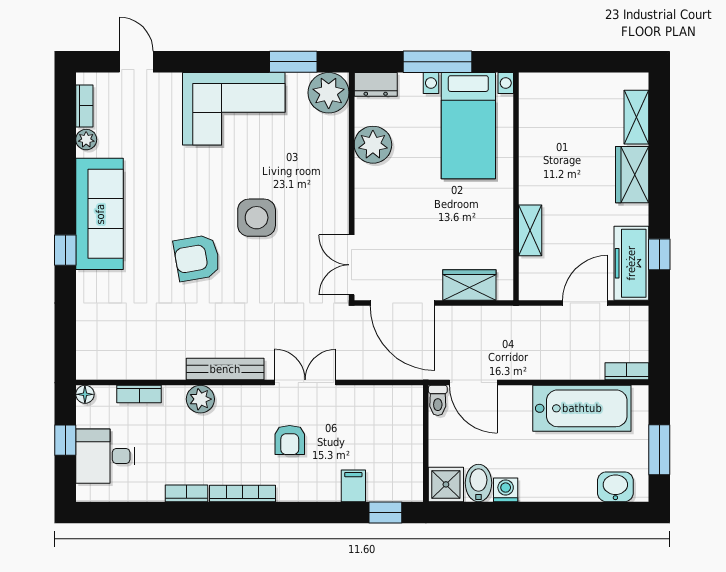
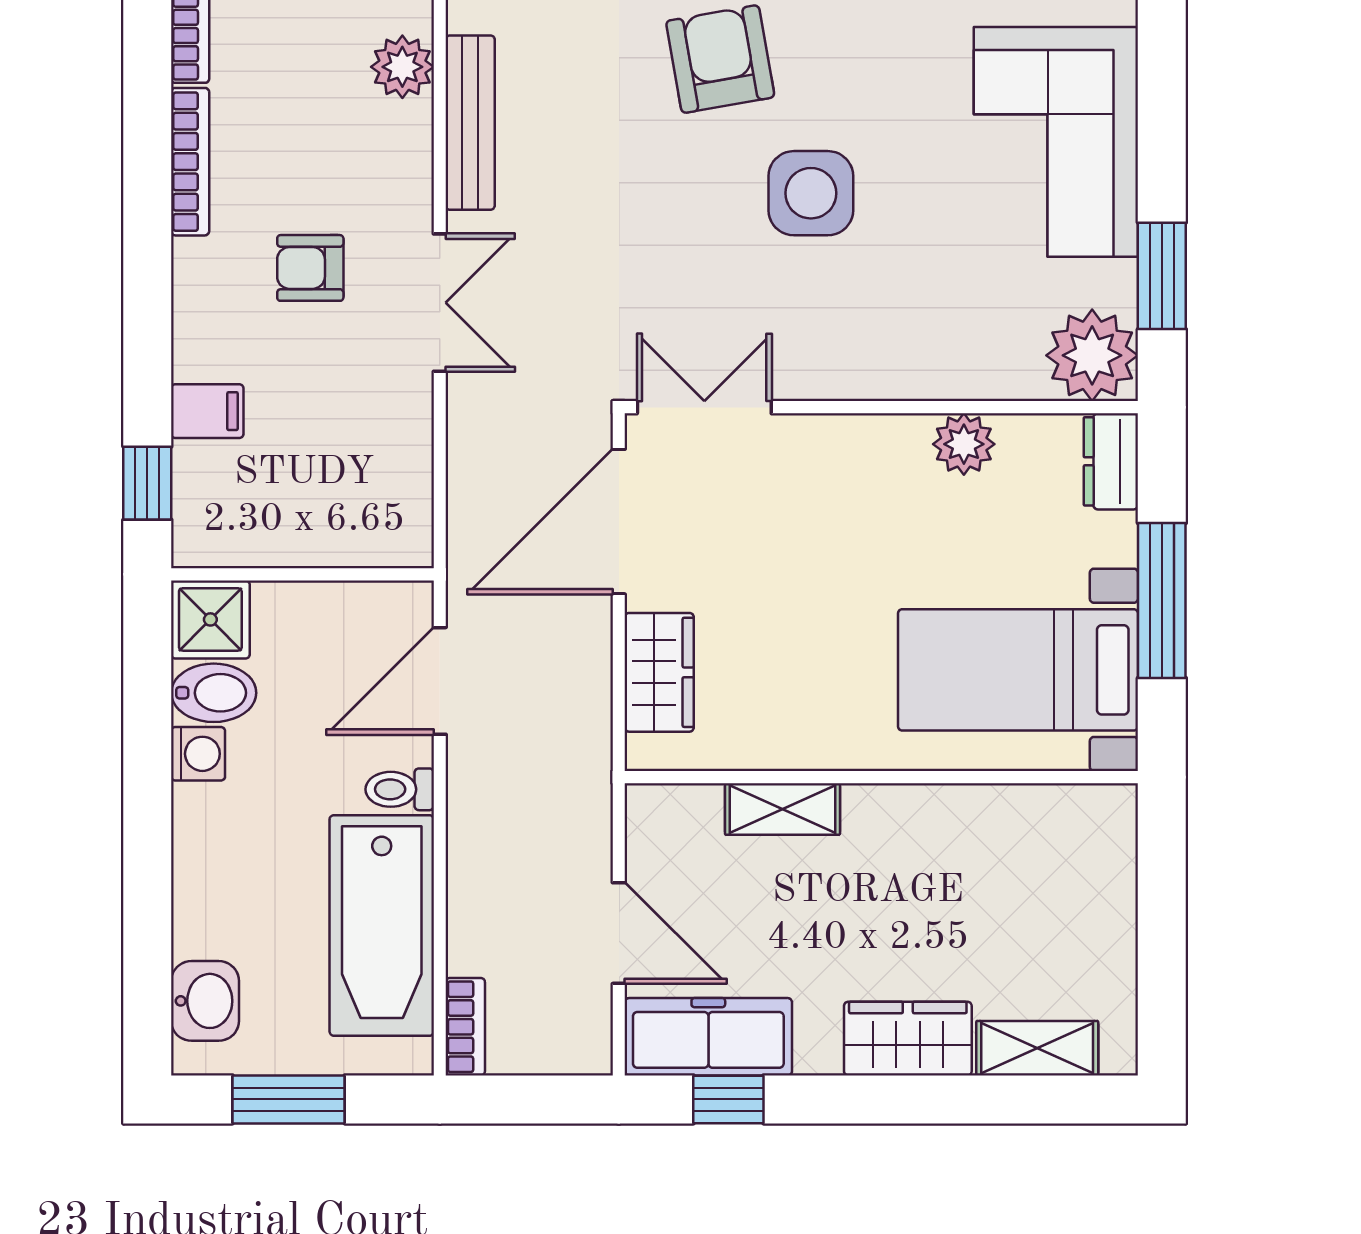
plant: (373, 145) -> (964, 444), width x0.73, depth x0.73
toilet: (438, 400) -> (400, 789), moved

